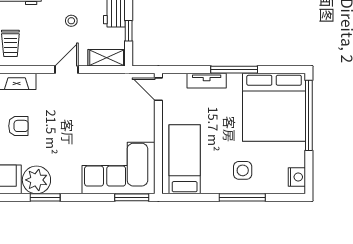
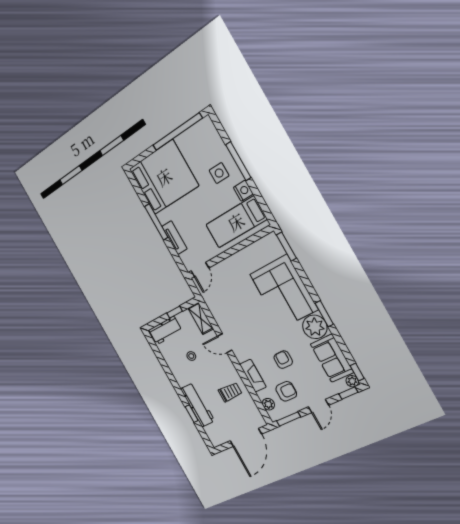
window: (309, 115) -> (177, 132), moved
corner sofa: (119, 168) -> (284, 292), moved
nightstand: (297, 177) -> (243, 191), moved, turned 90

